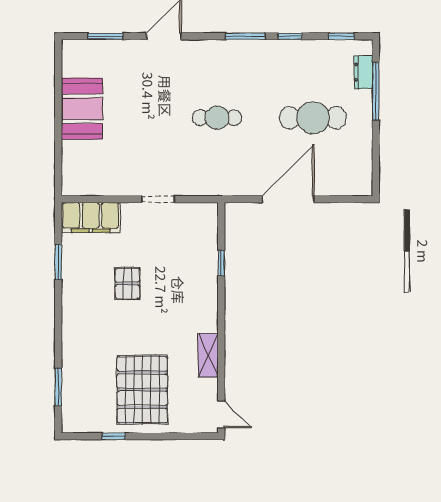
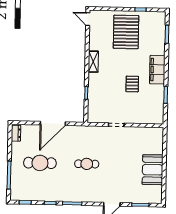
dresser: (363, 72) -> (16, 133), moved
filing cabinet: (91, 217) -> (157, 70), moved, turned -90
shelving: (208, 355) -> (93, 62), moved

